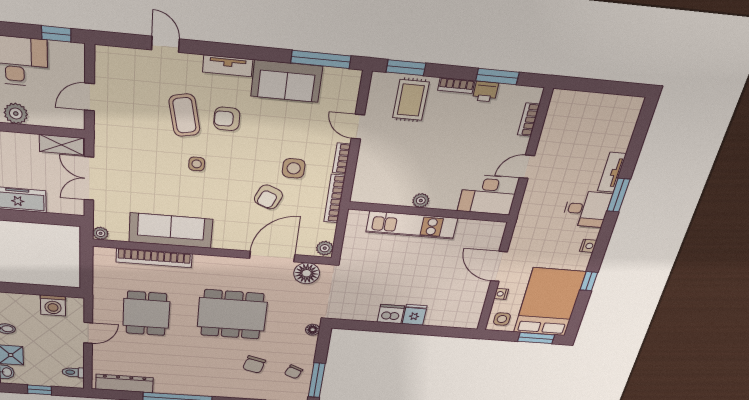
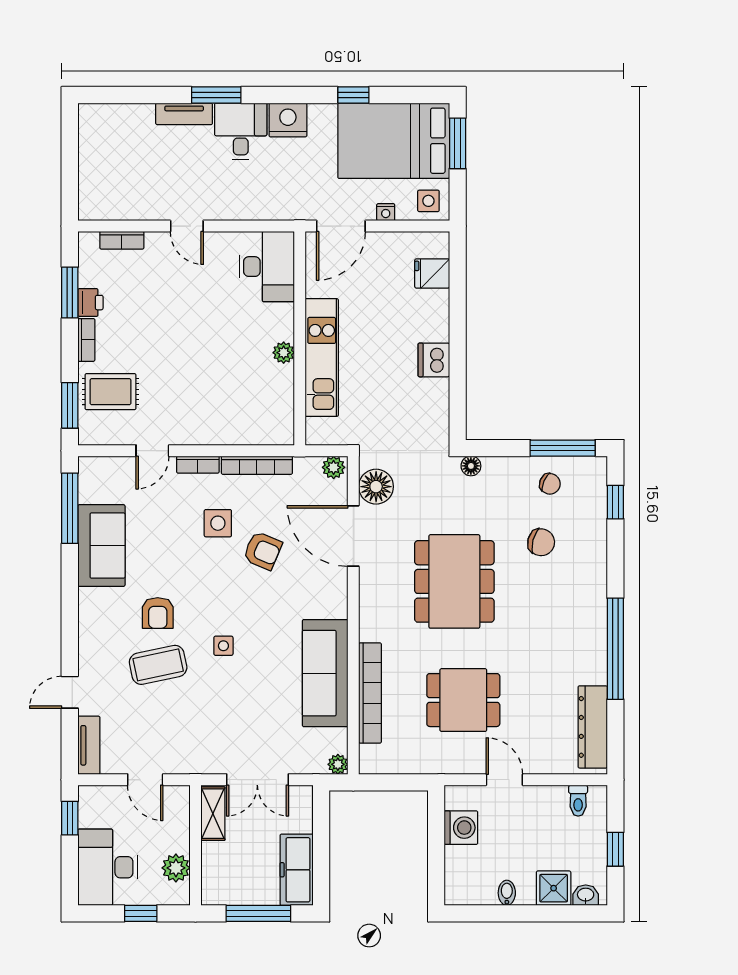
tv unit: (228, 66) -> (89, 745), moved
desk: (488, 195) -> (267, 267), moved
plant: (421, 201) -> (284, 353), moved
wall: (429, 212) -> (300, 338), moved
kitchen unit: (412, 225) -> (322, 358), moved
nightstand: (588, 246) -> (288, 120), width x1.89, depth x1.79
fridge: (414, 315) -> (432, 273), moved

